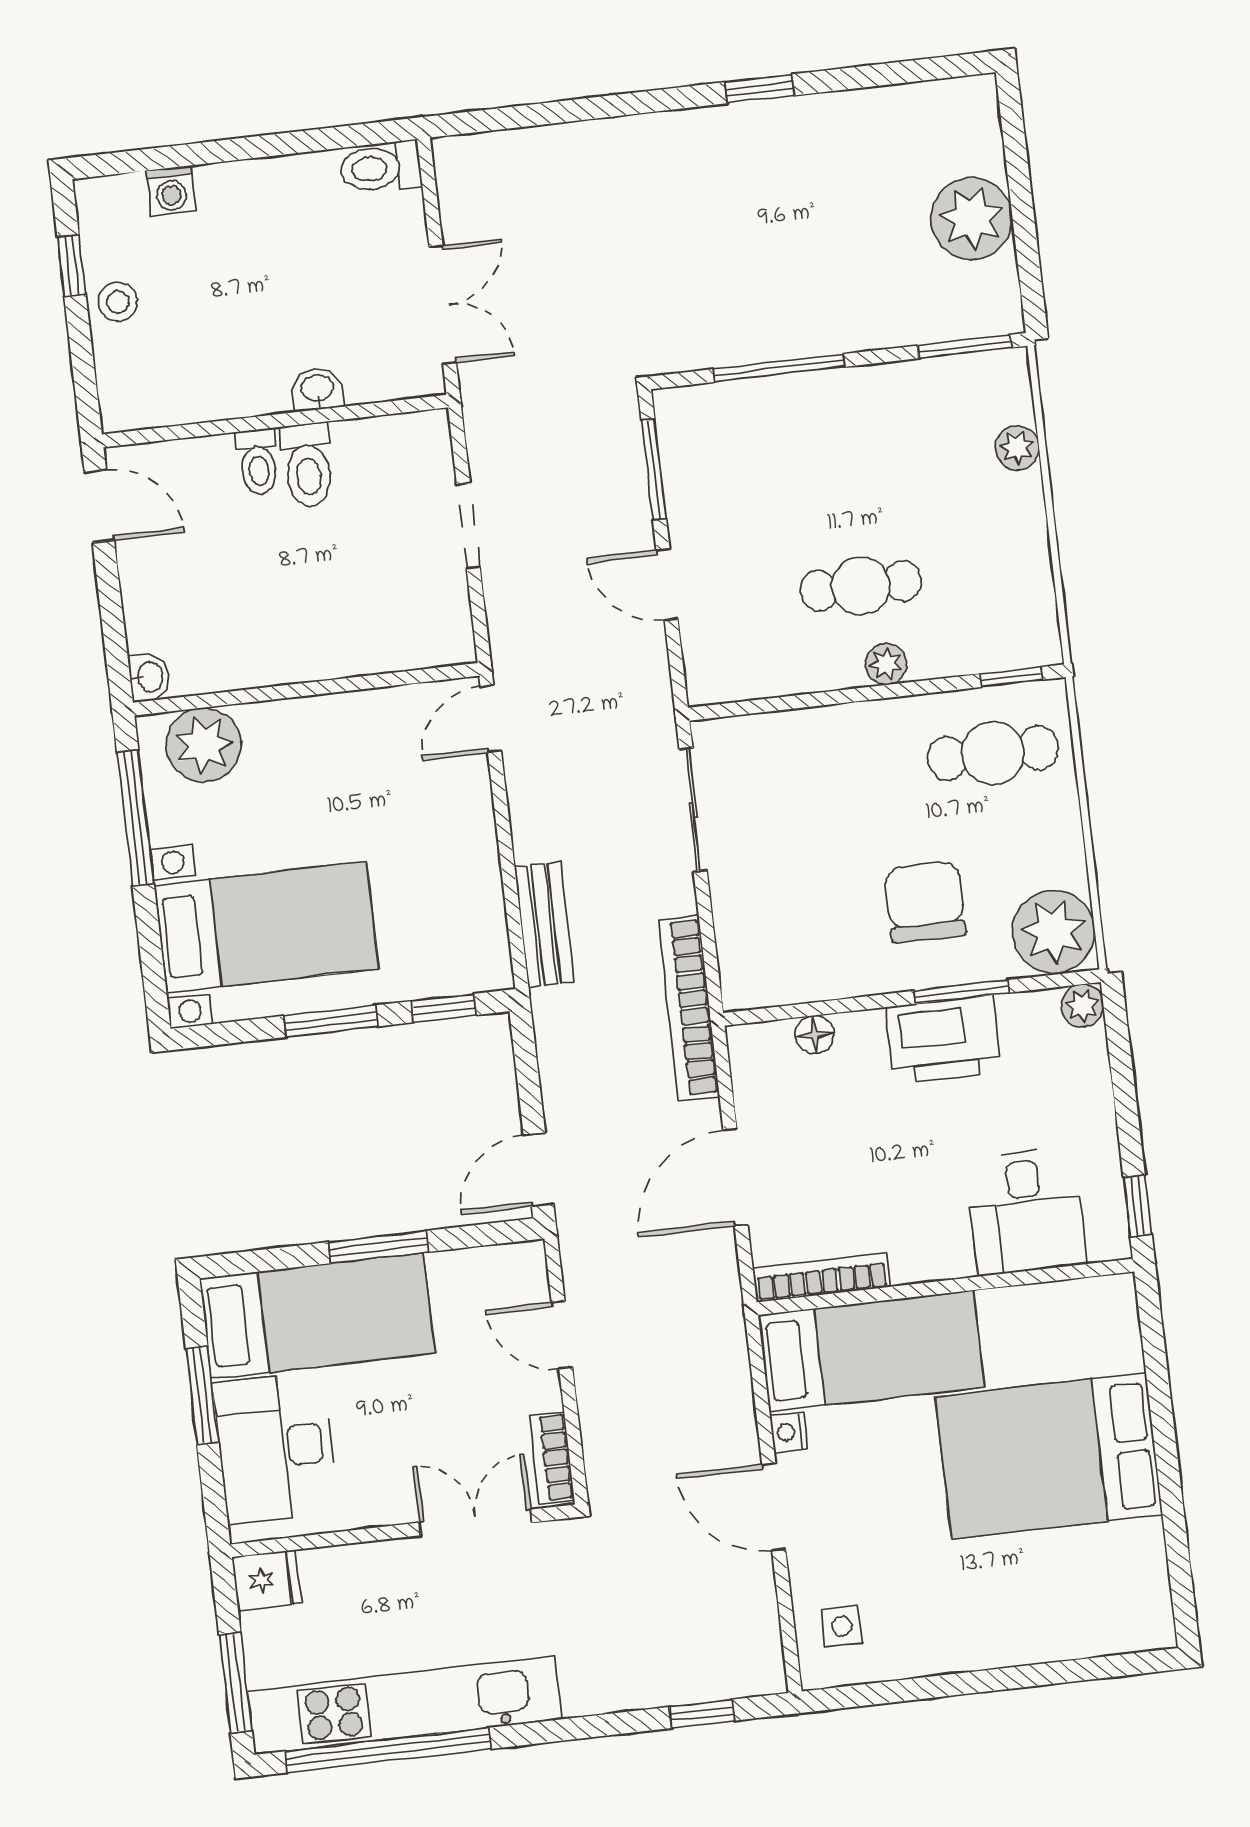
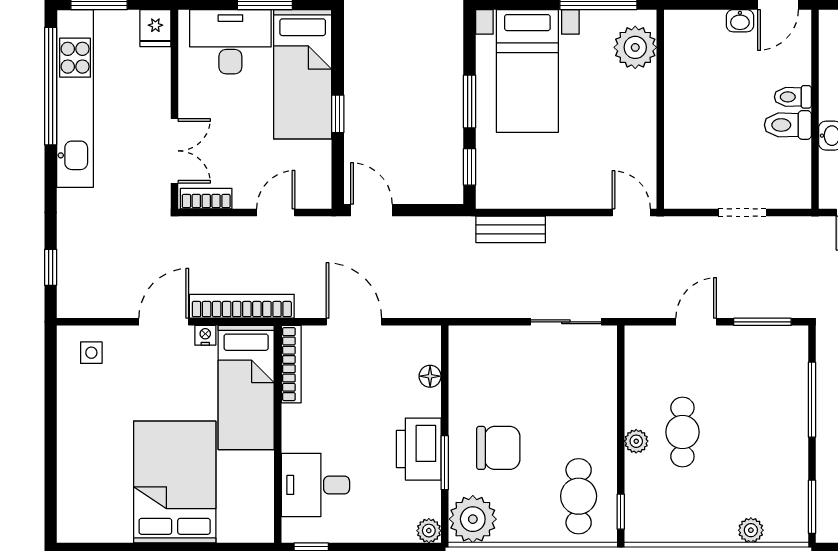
washbasin: (149, 677) -> (740, 21), moved
bookcase: (689, 1008) -> (242, 306), moved
window: (378, 1247) -> (338, 114), width x0.67

